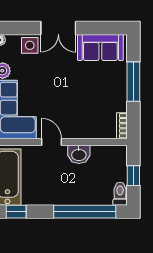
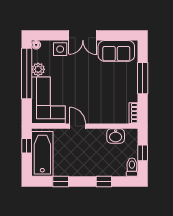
washbasin: (79, 154) -> (116, 136), moved
window: (16, 212) -> (61, 182), moved
window: (85, 212) -> (104, 182), width x0.32

